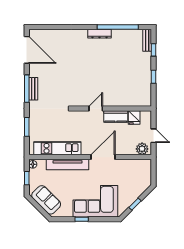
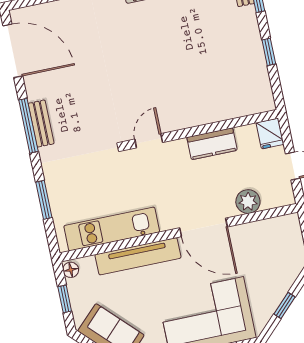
door: (96, 108) -> (149, 141), moved
fridge: (134, 117) -> (270, 134), moved
plant: (142, 149) -> (248, 202), moved
door: (103, 157) -> (204, 227), swing flipped

